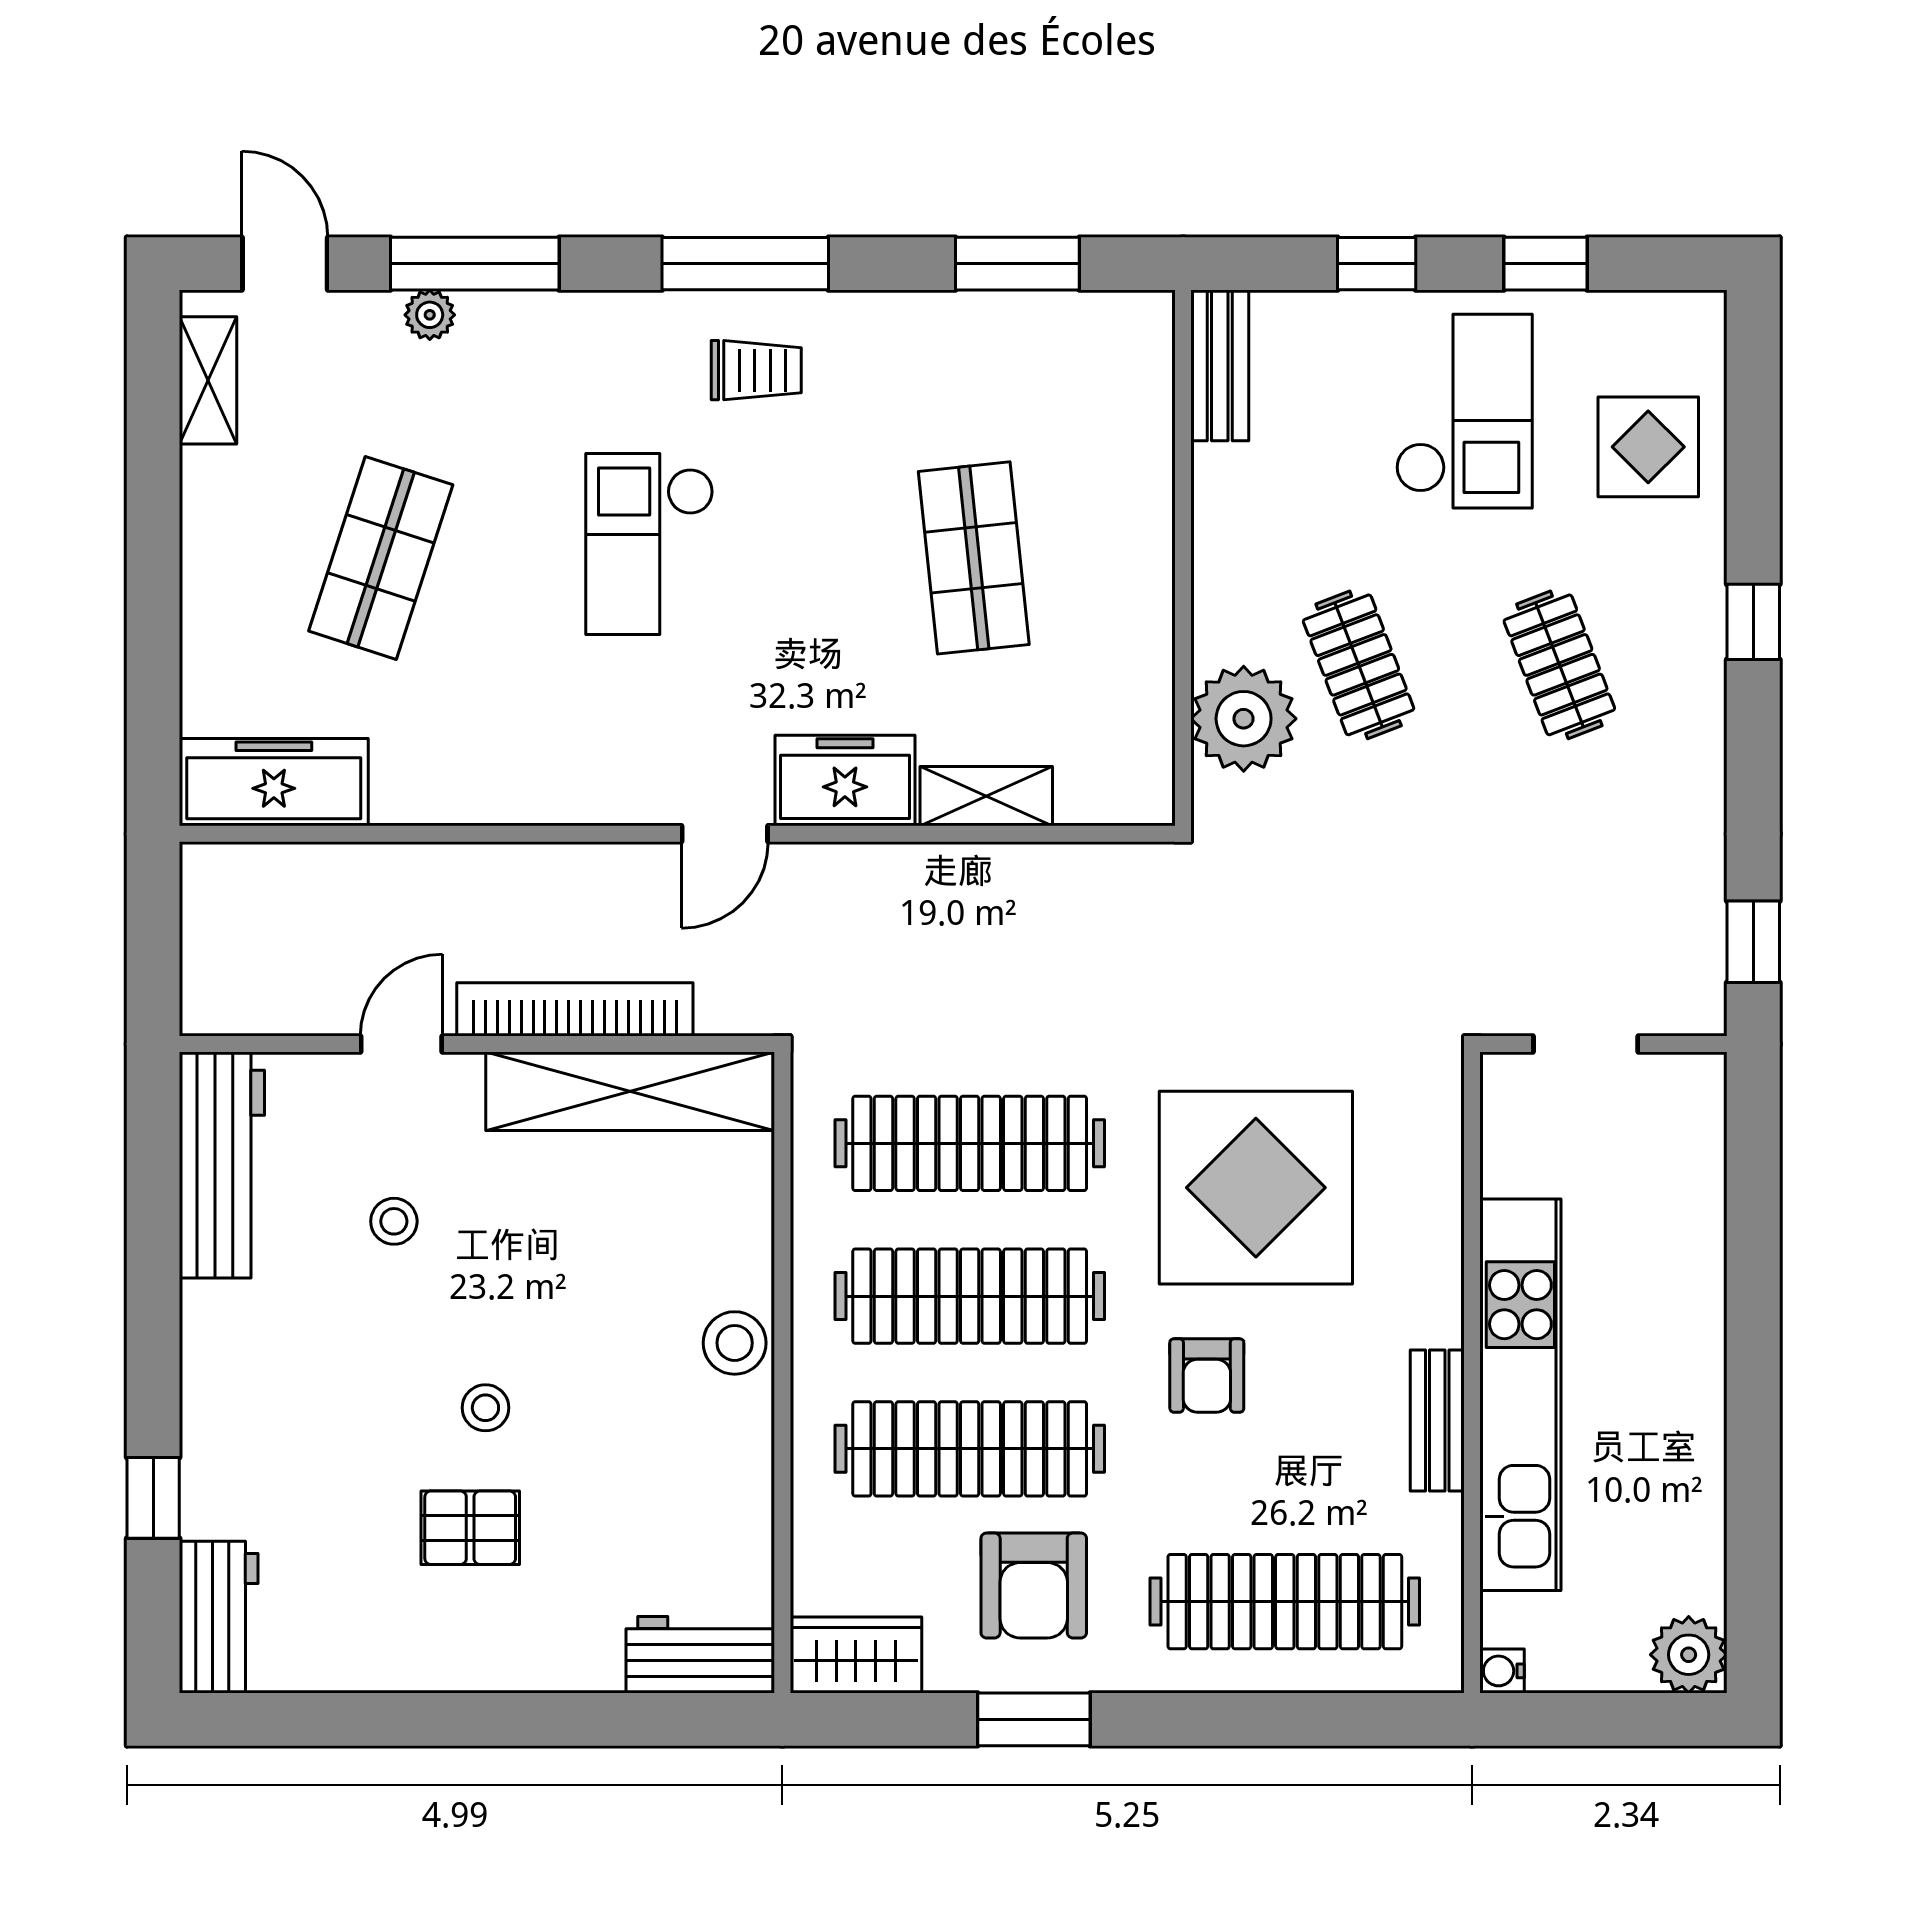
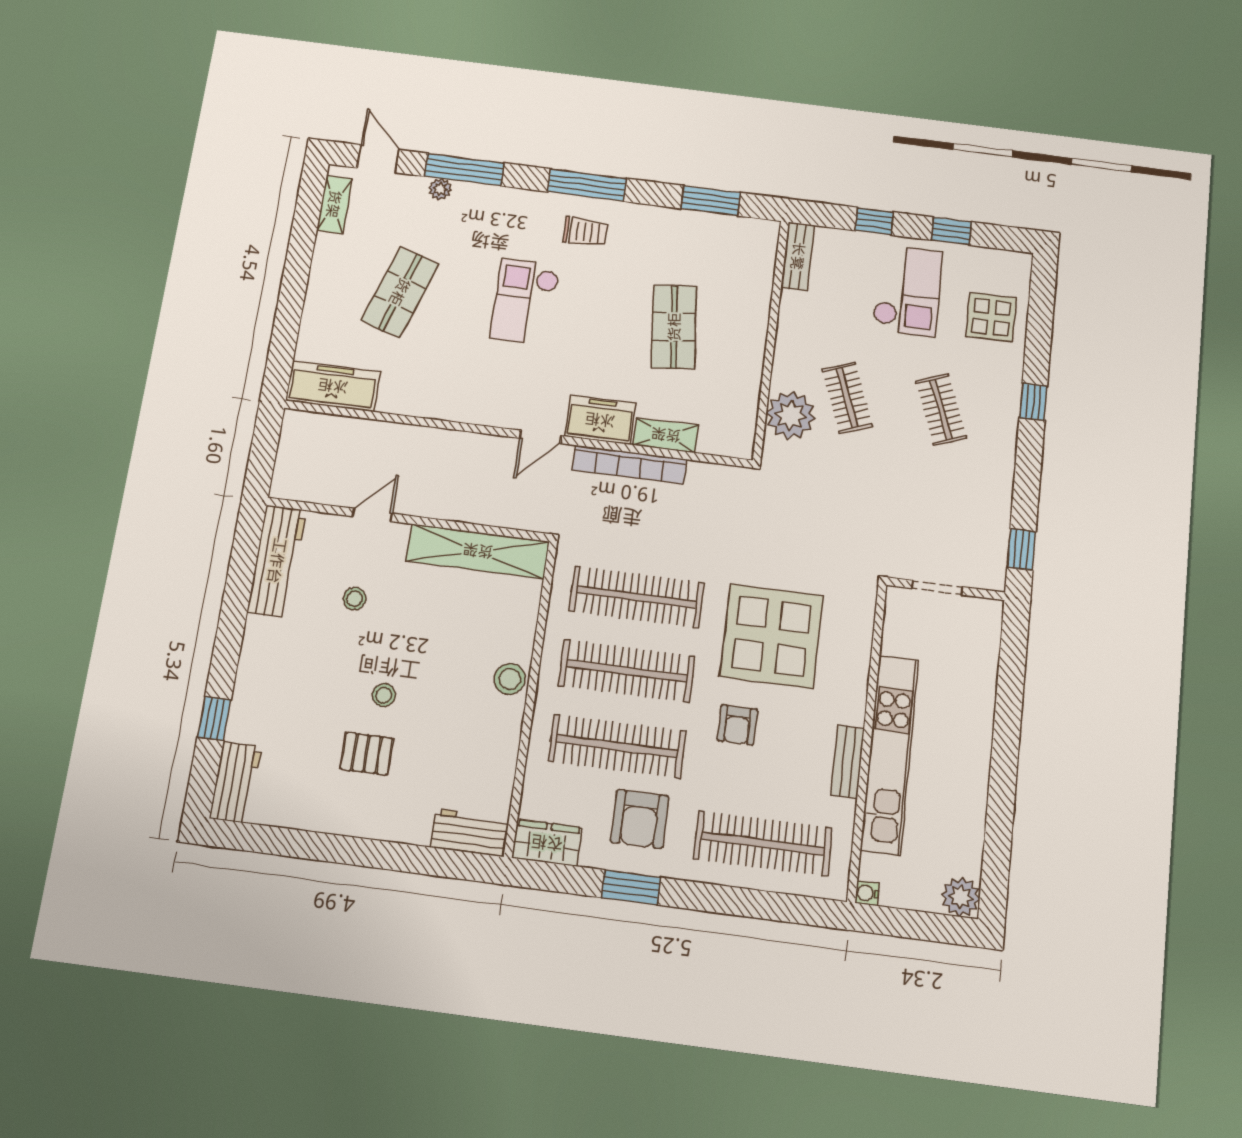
bookcase: (575, 1009) -> (629, 465), moved, turned 180

